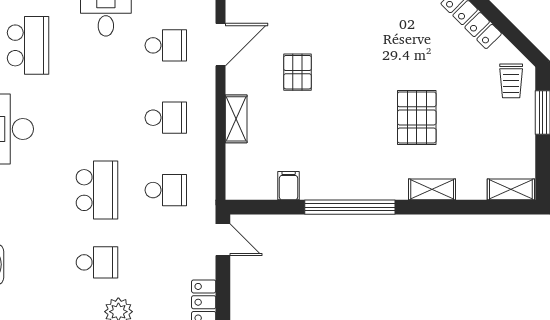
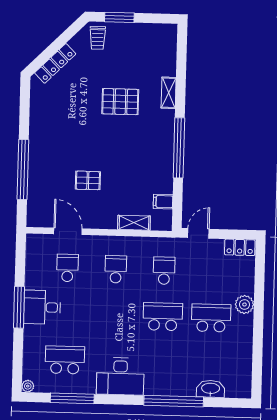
trolley: (511, 81) -> (98, 38), turned 90
shelving: (236, 119) -> (134, 223), moved
filing cabinet: (289, 186) -> (163, 202), moved
shelving: (511, 189) -> (170, 40), removed
school desk: (97, 262) -> (211, 318), width x1.85

